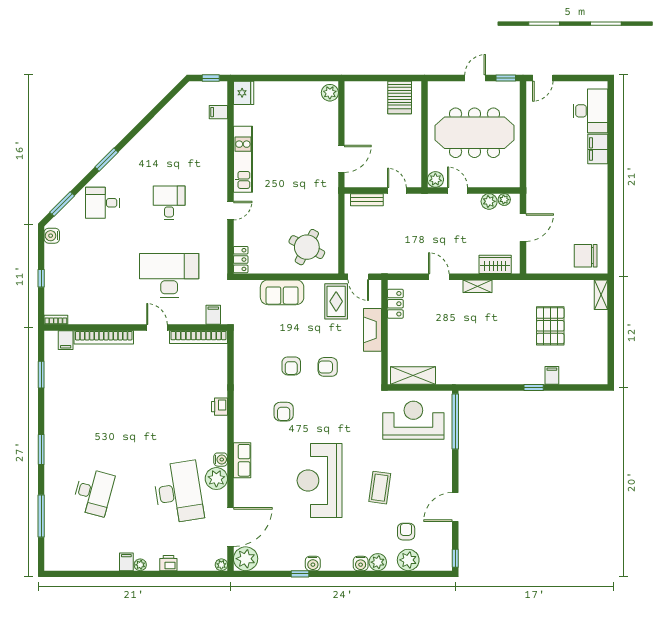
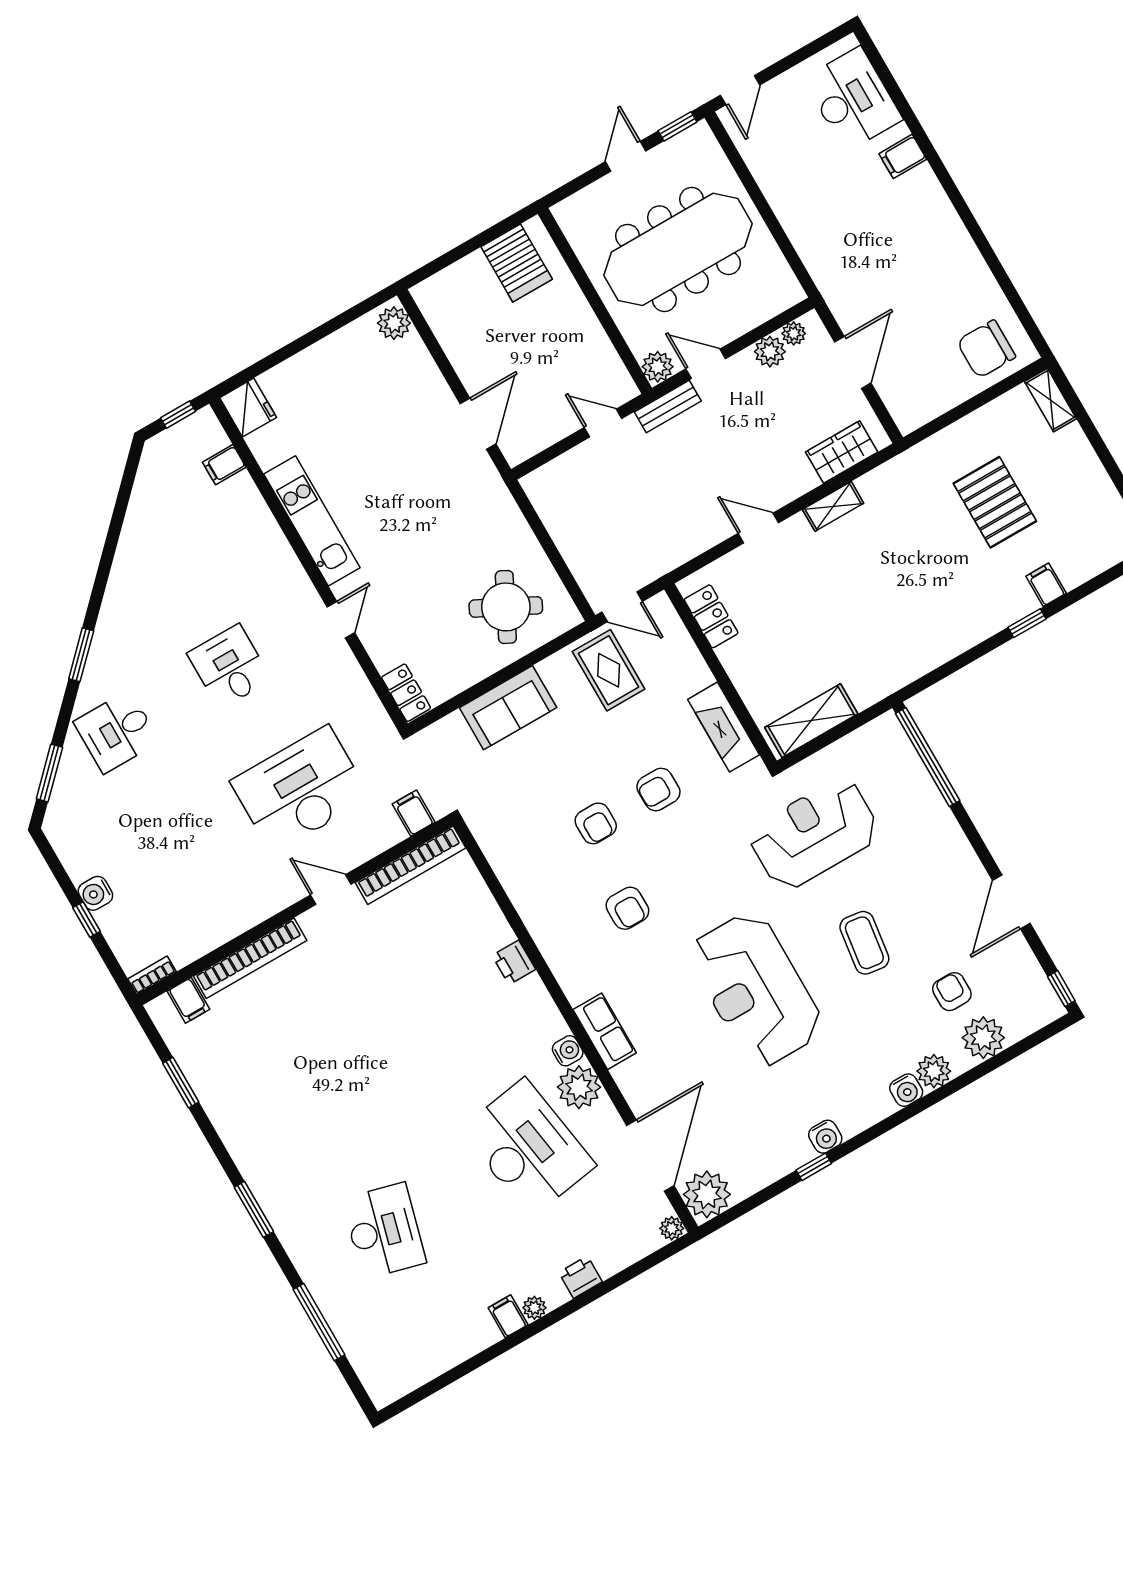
filing cabinet: (598, 149) -> (903, 156), width x0.50
bench: (367, 200) -> (668, 407), moved
water cooler: (52, 236) -> (95, 893), moved
fireplace: (373, 330) -> (724, 727), moved
reception desk: (413, 420) -> (814, 834), moved

